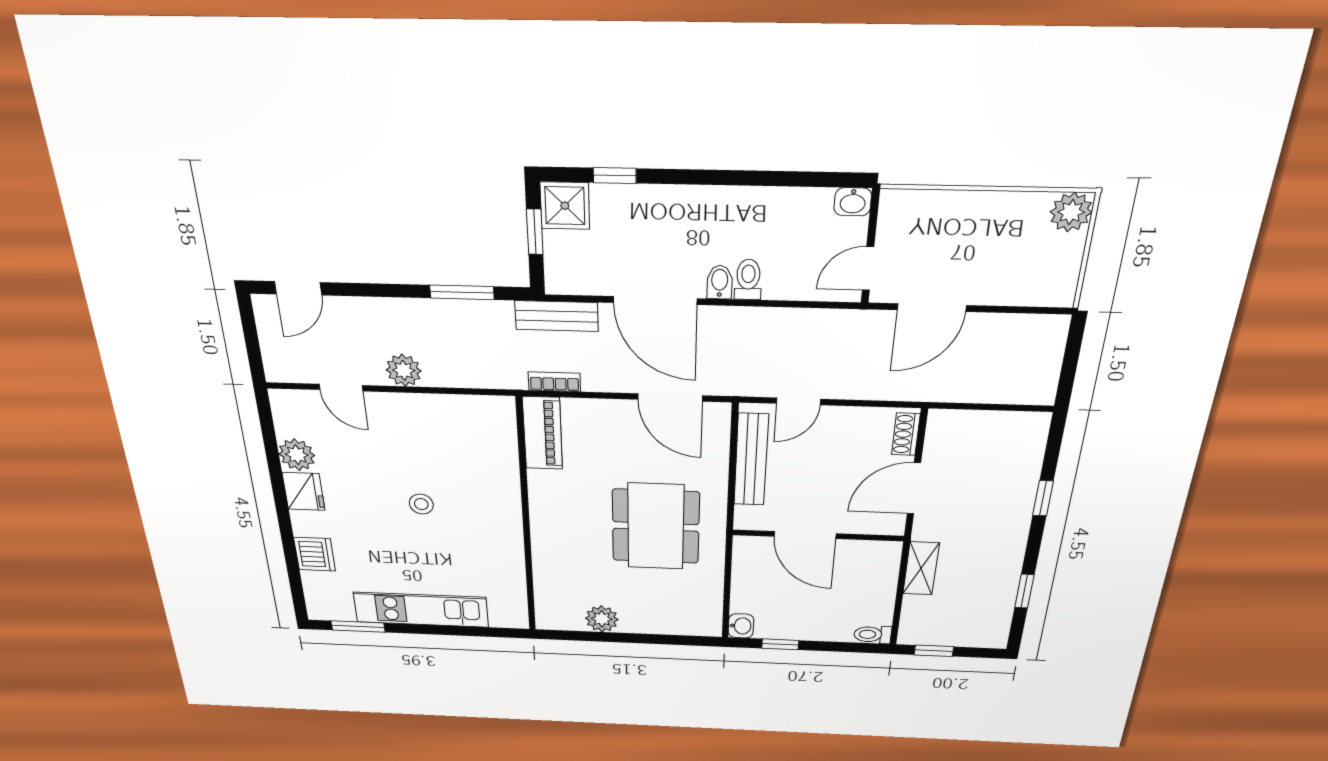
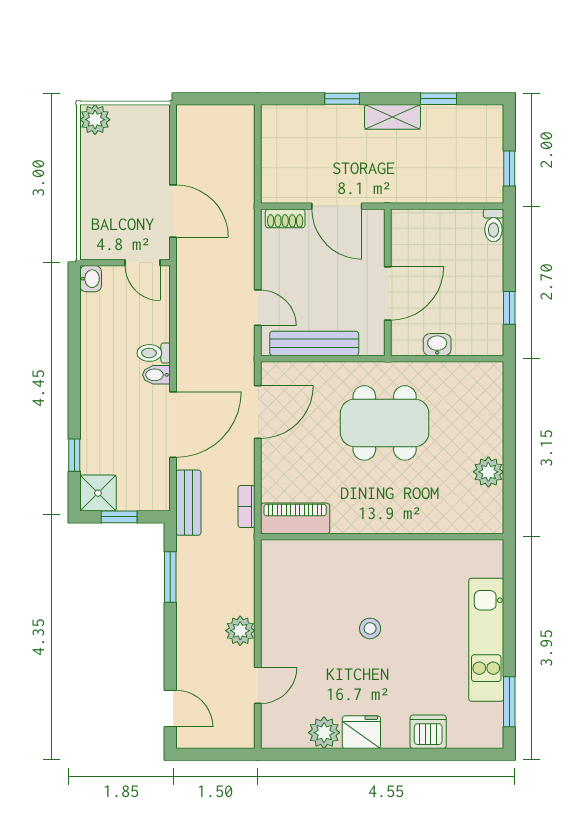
shelving: (921, 568) -> (392, 117), moved
washbasin: (741, 626) -> (437, 345), moved

